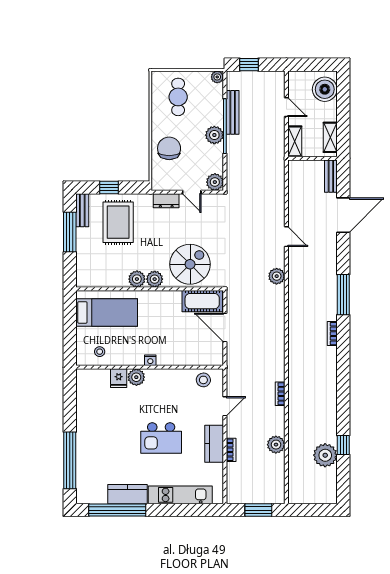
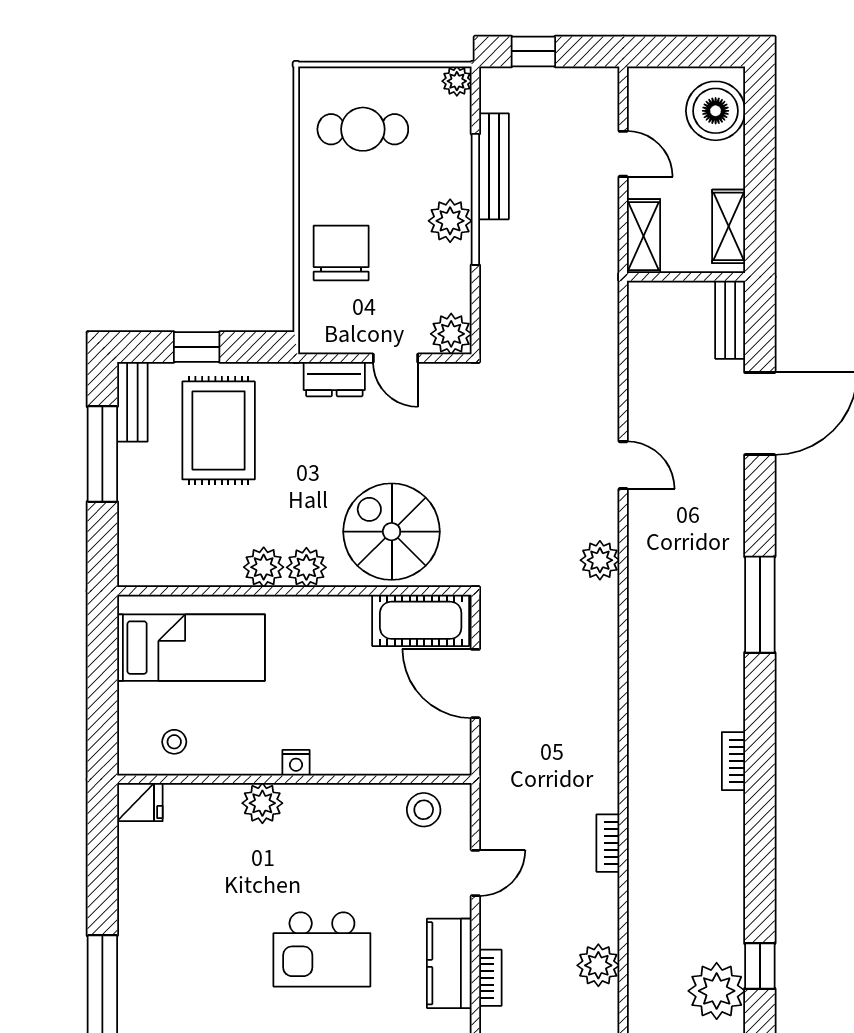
cafe table: (178, 97) -> (363, 129), turned 90
spiral stairs: (190, 264) -> (392, 532), turned -90
bookcase: (332, 334) -> (733, 761), moved
fridge: (119, 378) -> (140, 802), moved, turned -90

